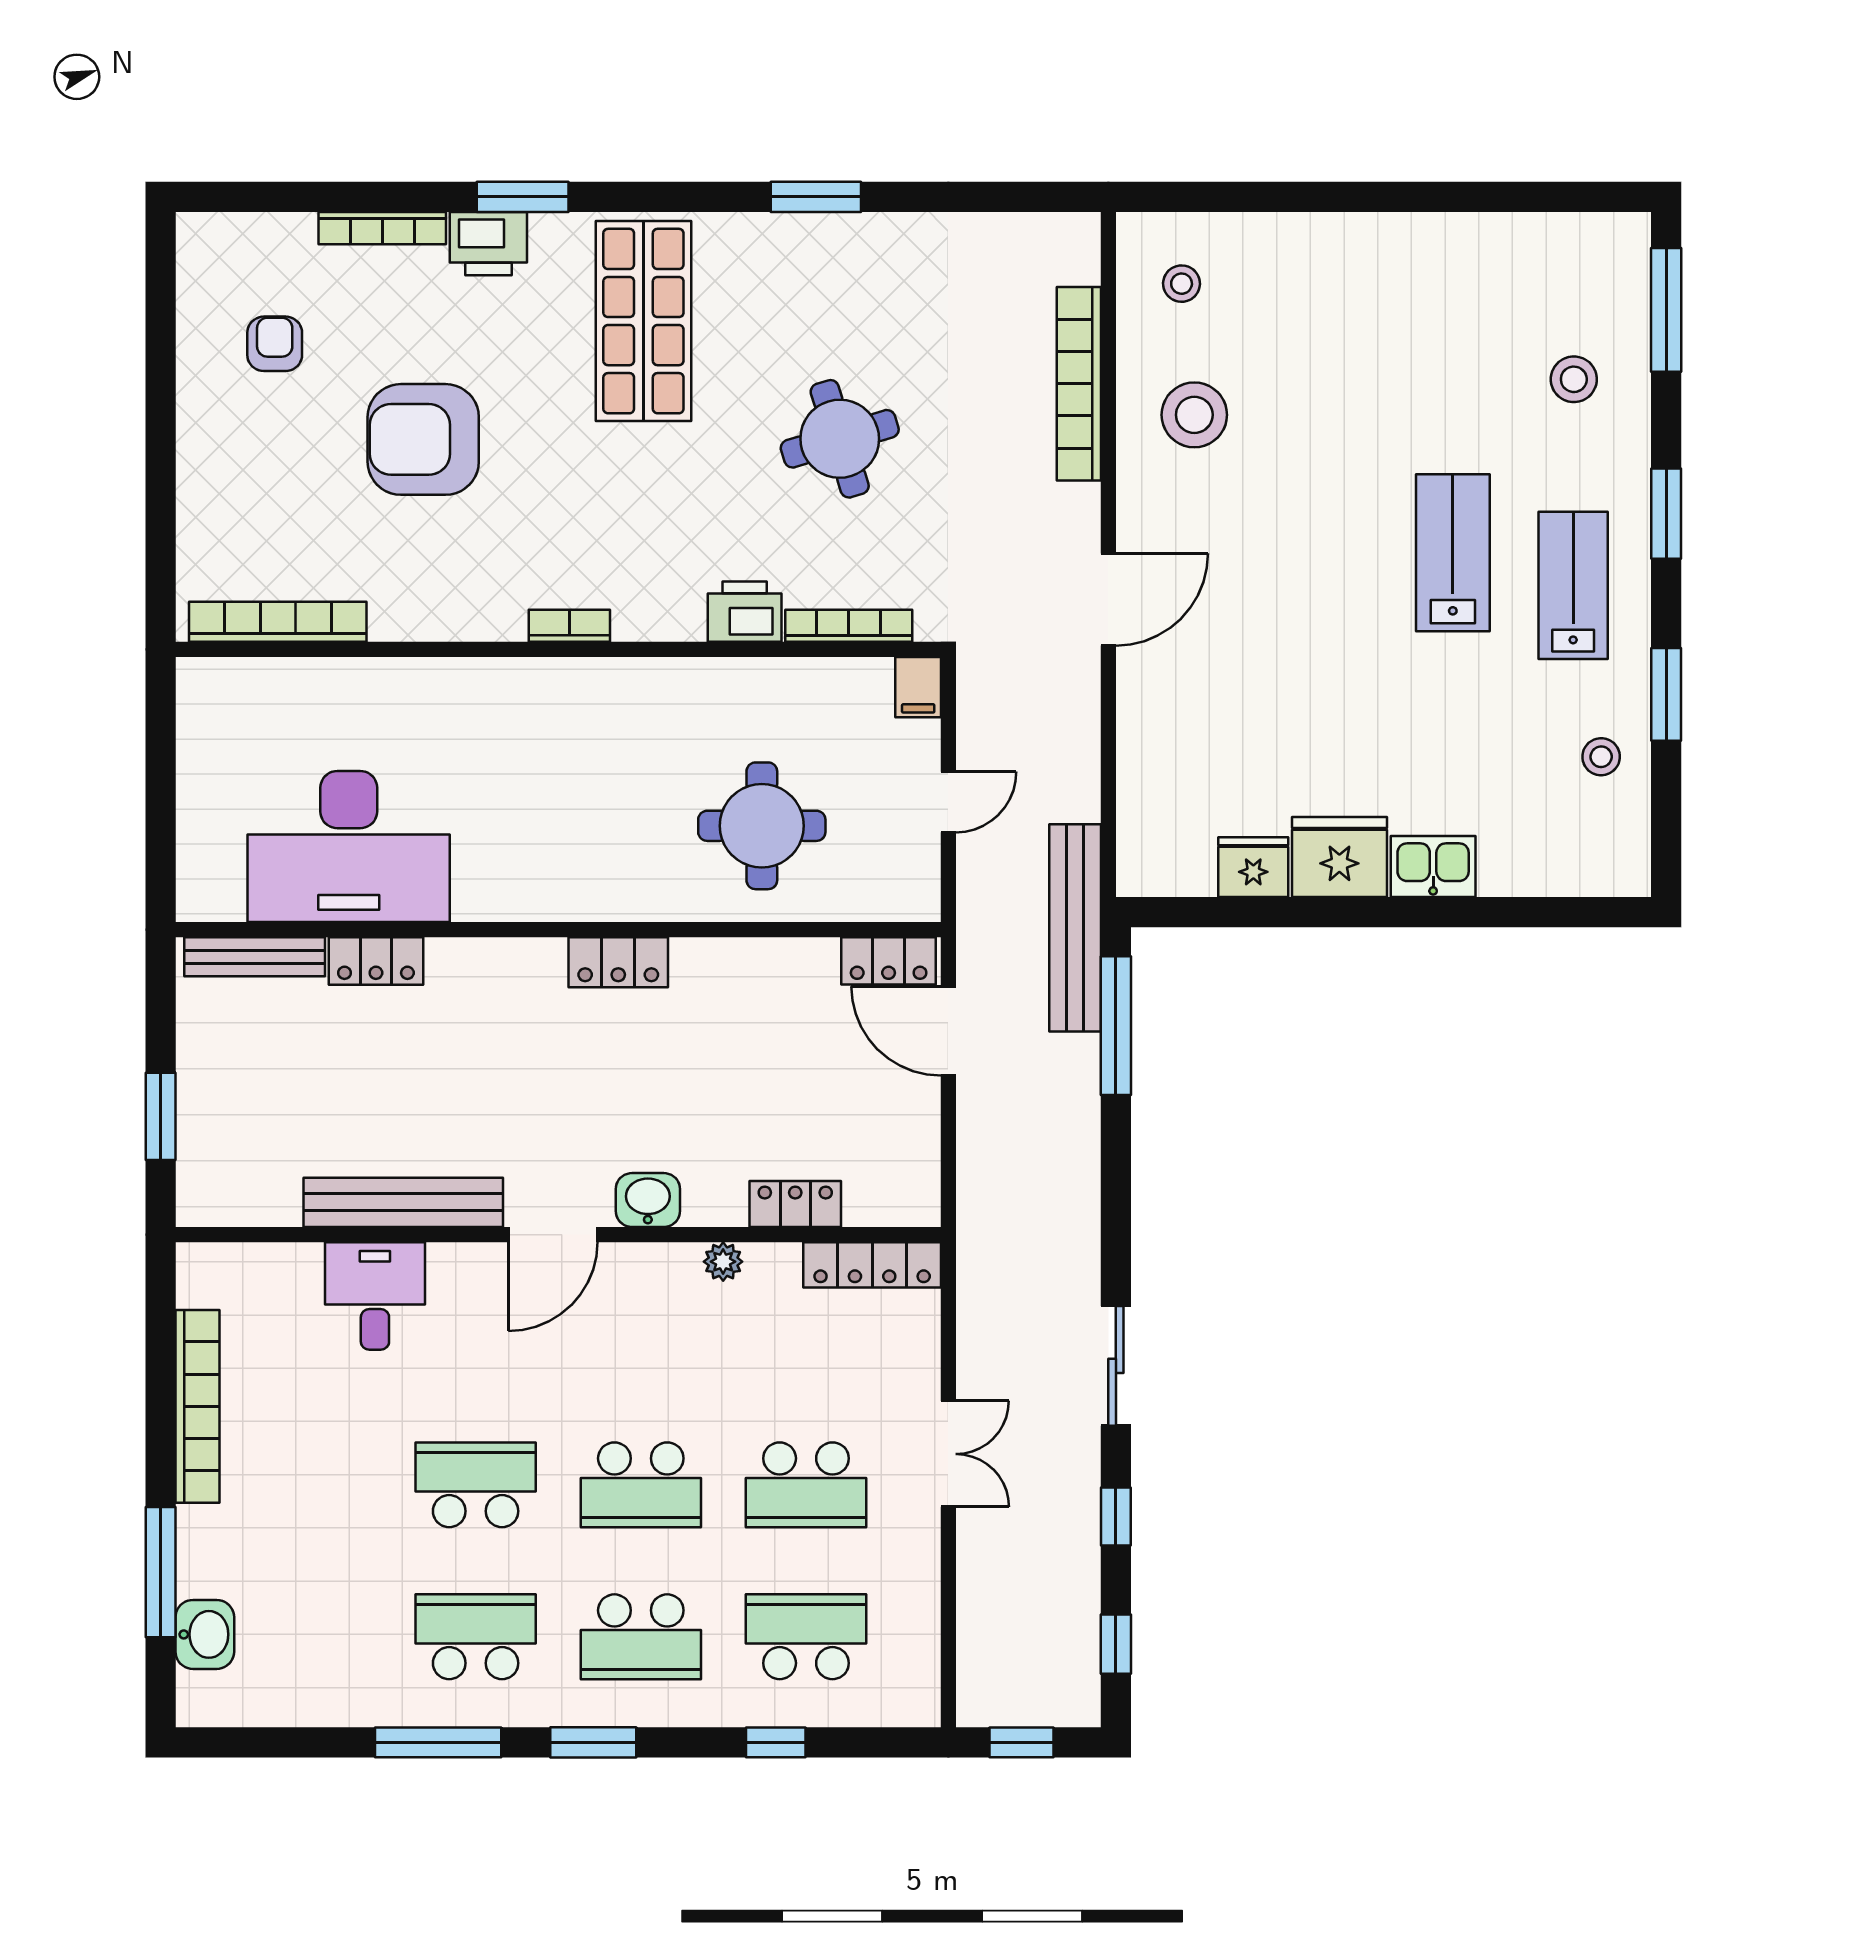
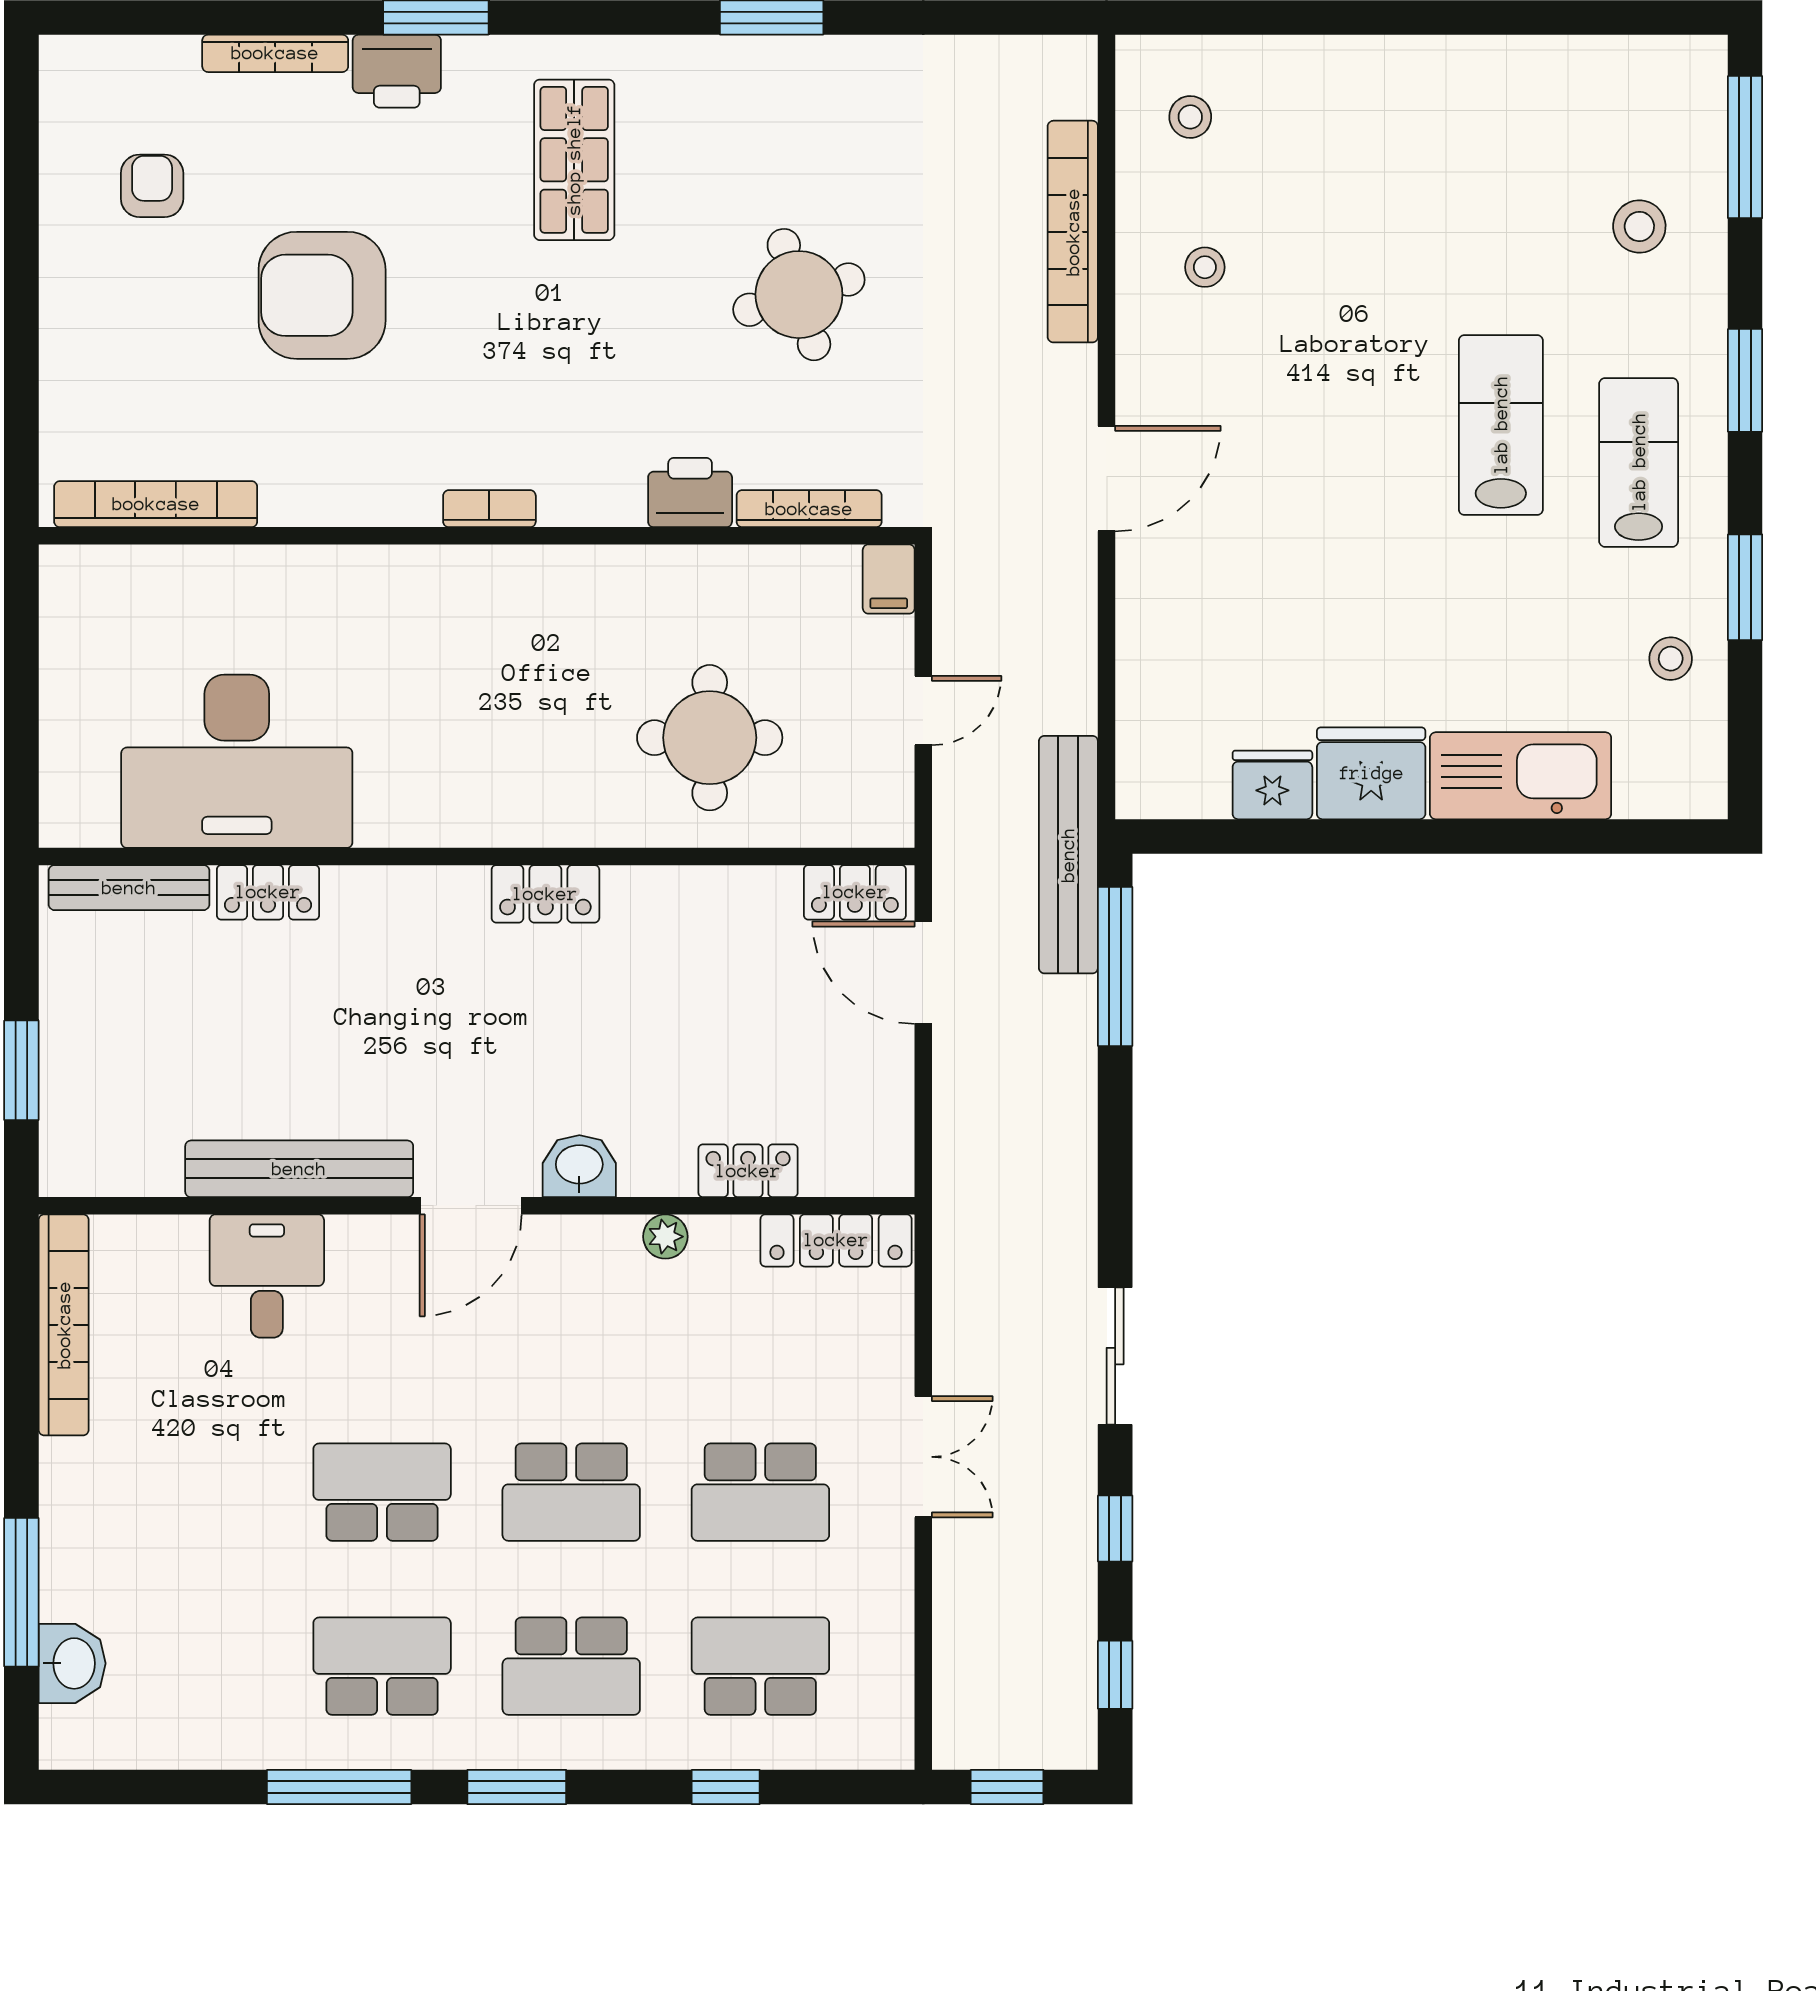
shop shelf: (643, 321) -> (574, 160), width x0.70, depth x0.74
stool: (1194, 415) -> (1205, 267), width x0.53, depth x0.53
kitchen sink: (1433, 866) -> (1521, 776), width x1.87, depth x1.24
bookcase: (197, 1406) -> (64, 1325), moved

